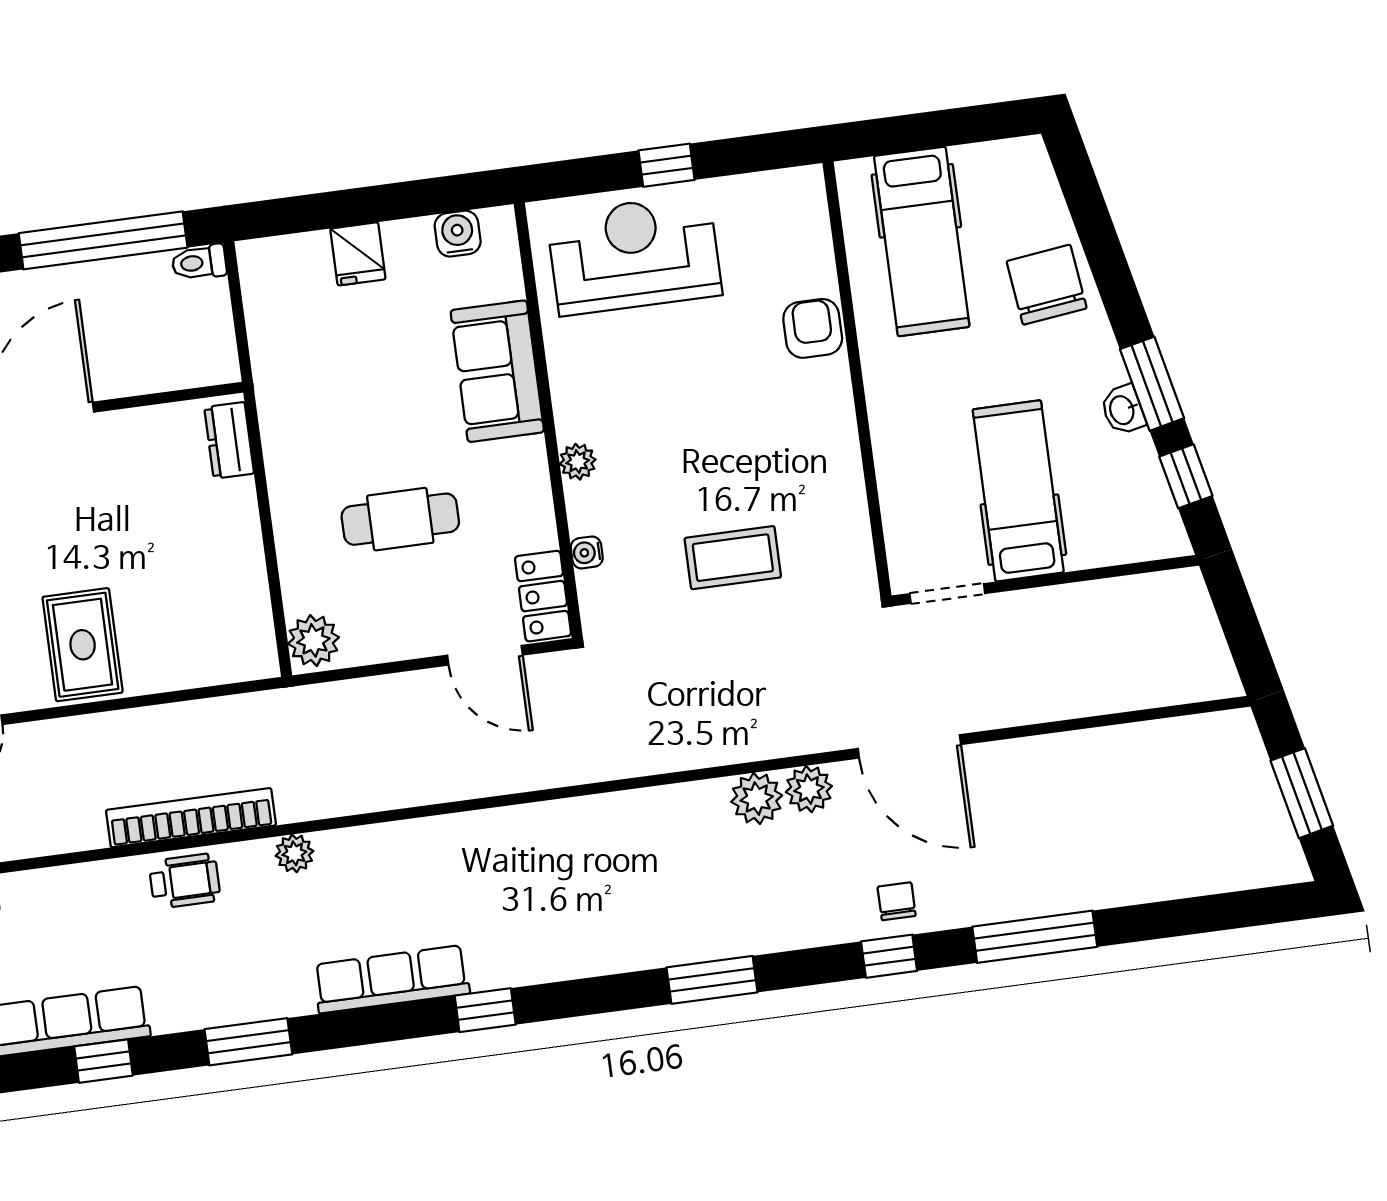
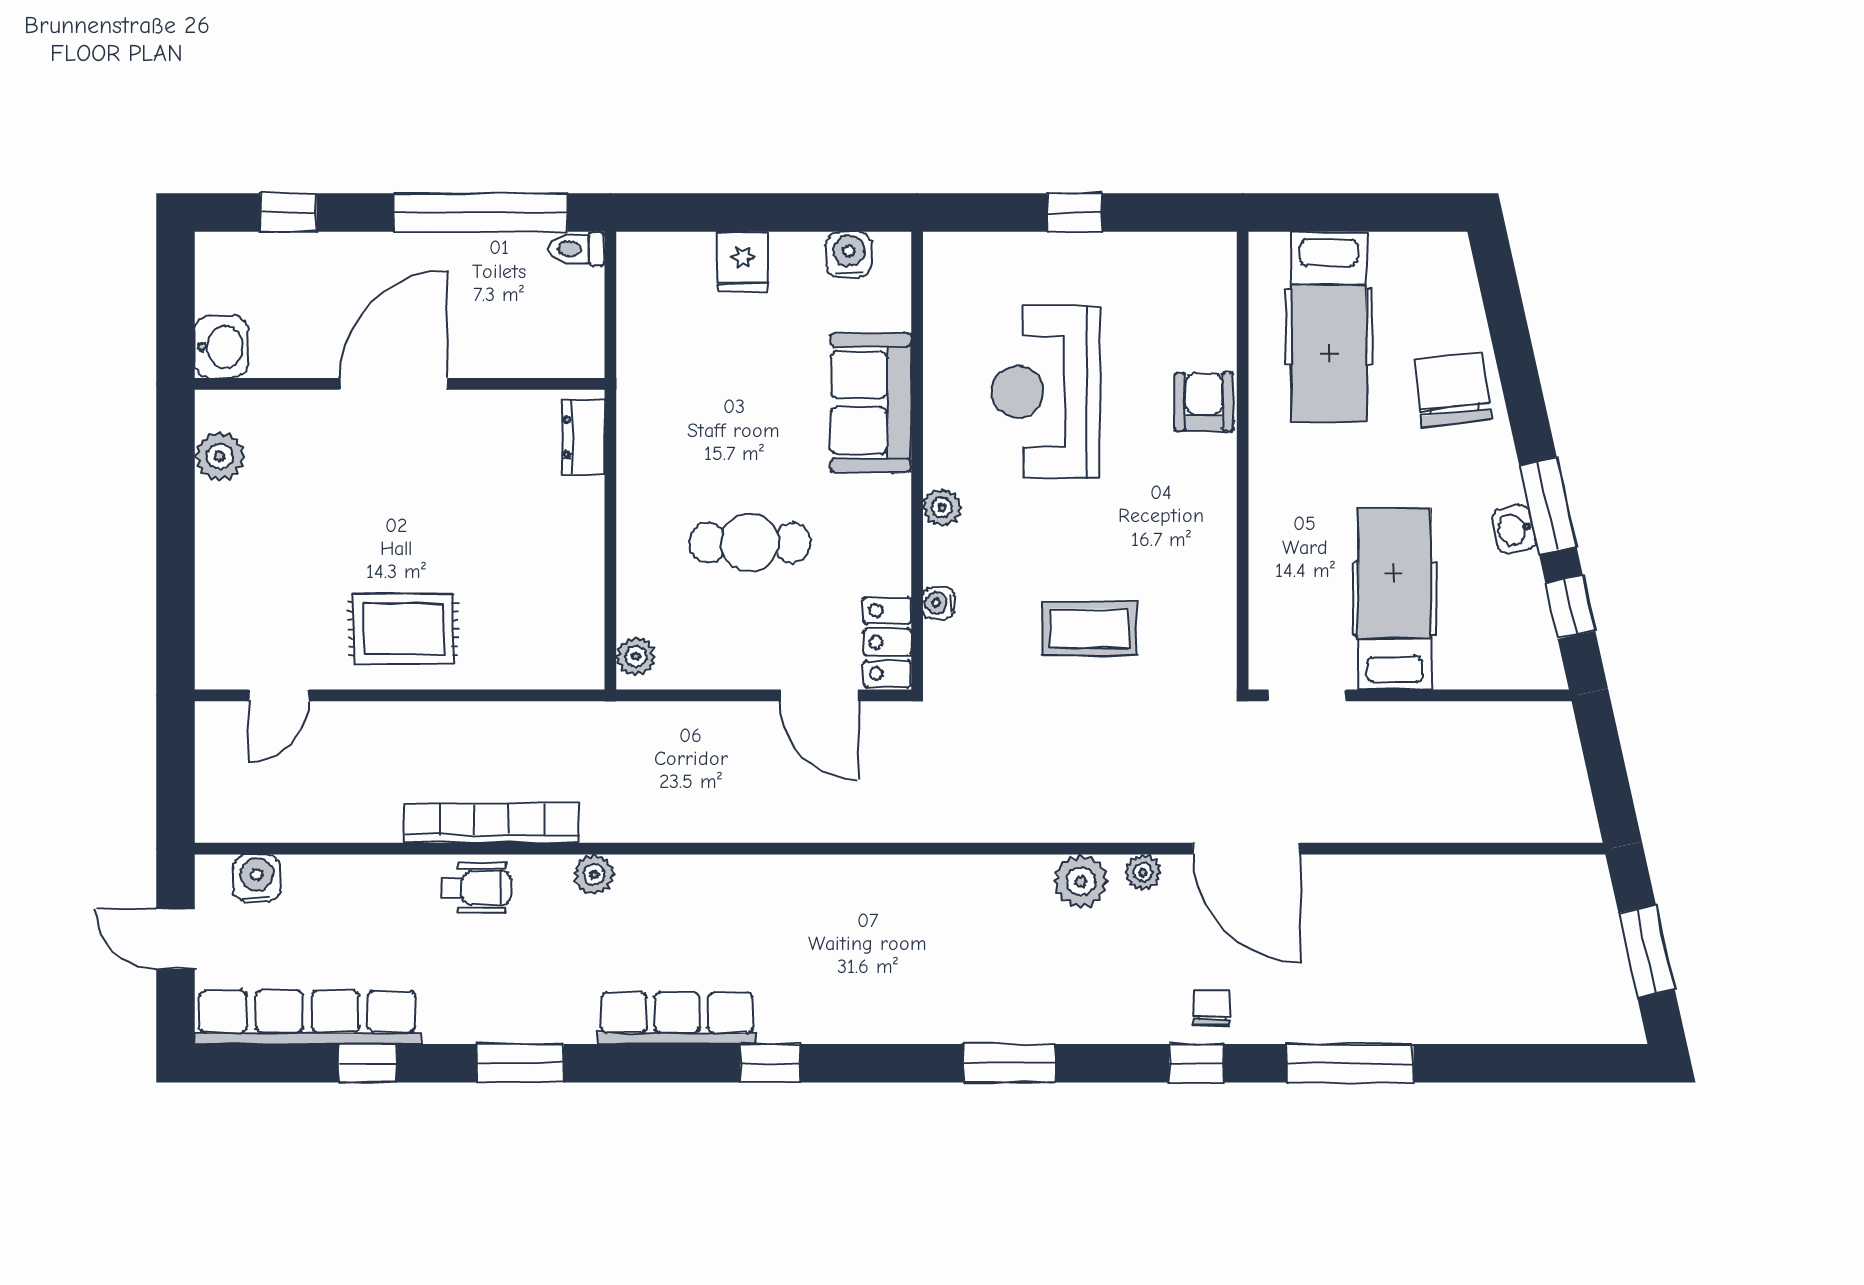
reception desk: (634, 255) -> (1046, 392), moved, turned -90
plant: (313, 640) -> (636, 656), width x0.73, depth x0.73
rug: (83, 645) -> (403, 629), turned 90
plant: (809, 789) -> (1143, 872), width x0.73, depth x0.73

